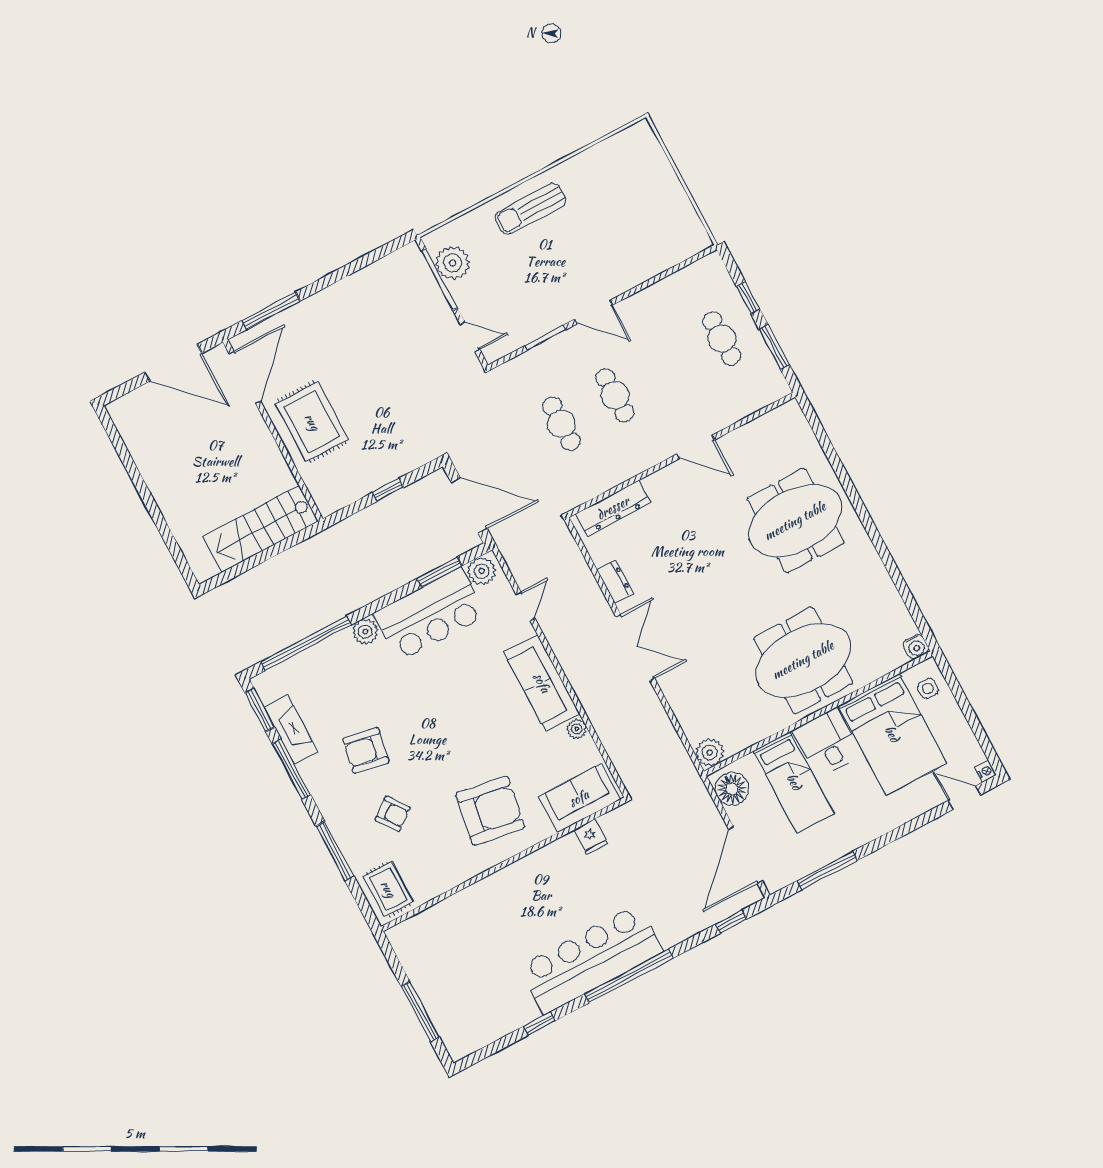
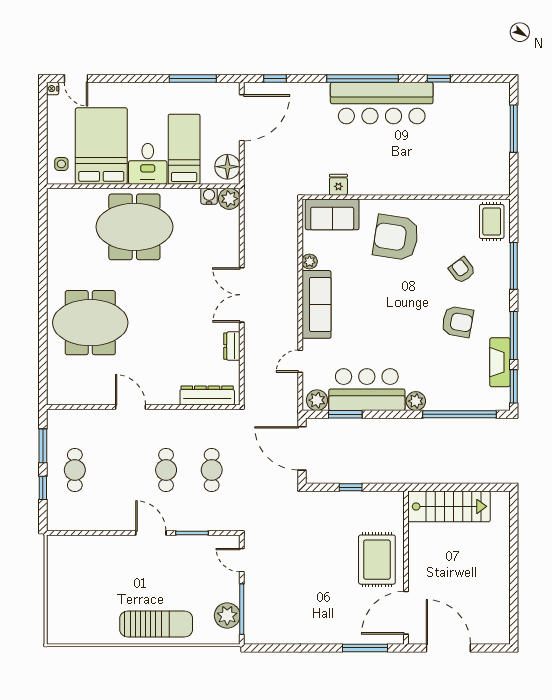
sun lounger: (531, 209) -> (156, 624), width x1.36, depth x1.34
water cooler: (916, 647) -> (209, 196), moved

